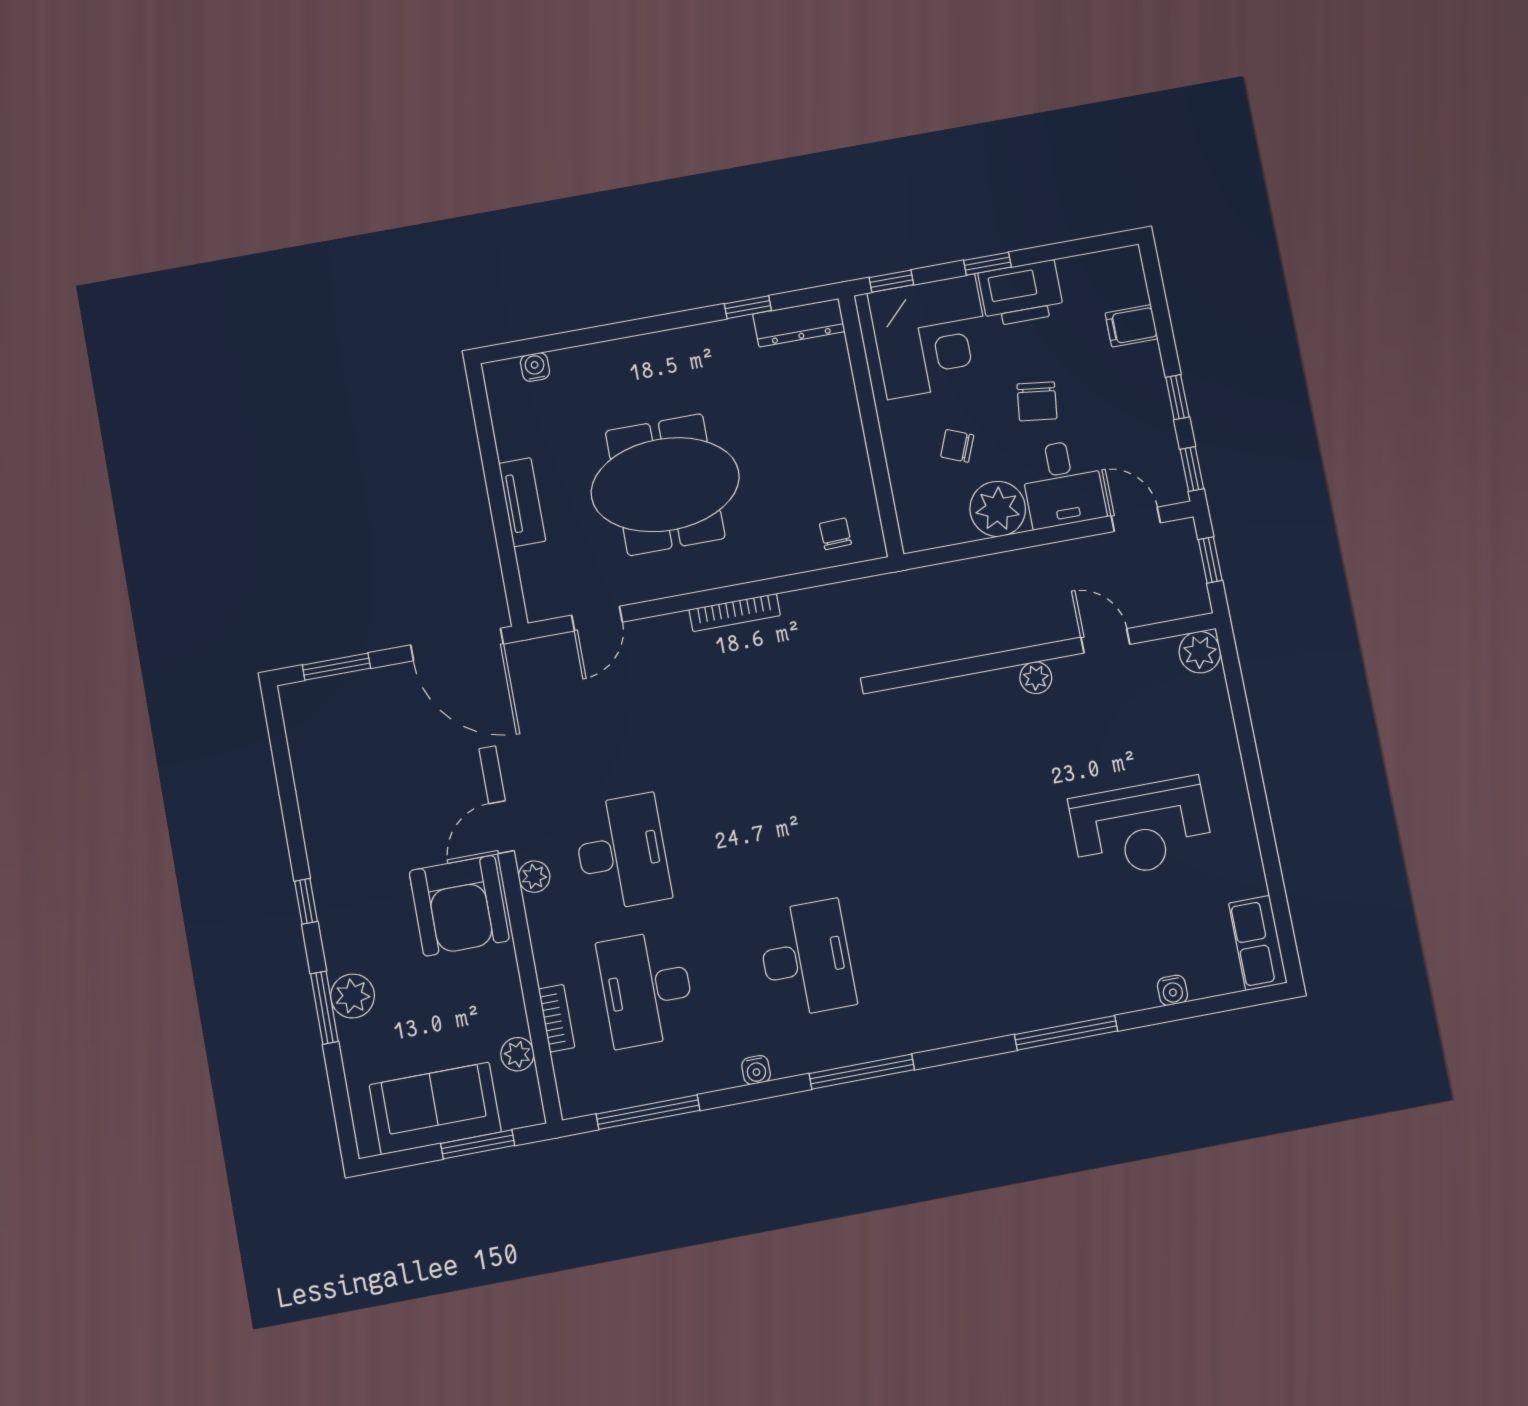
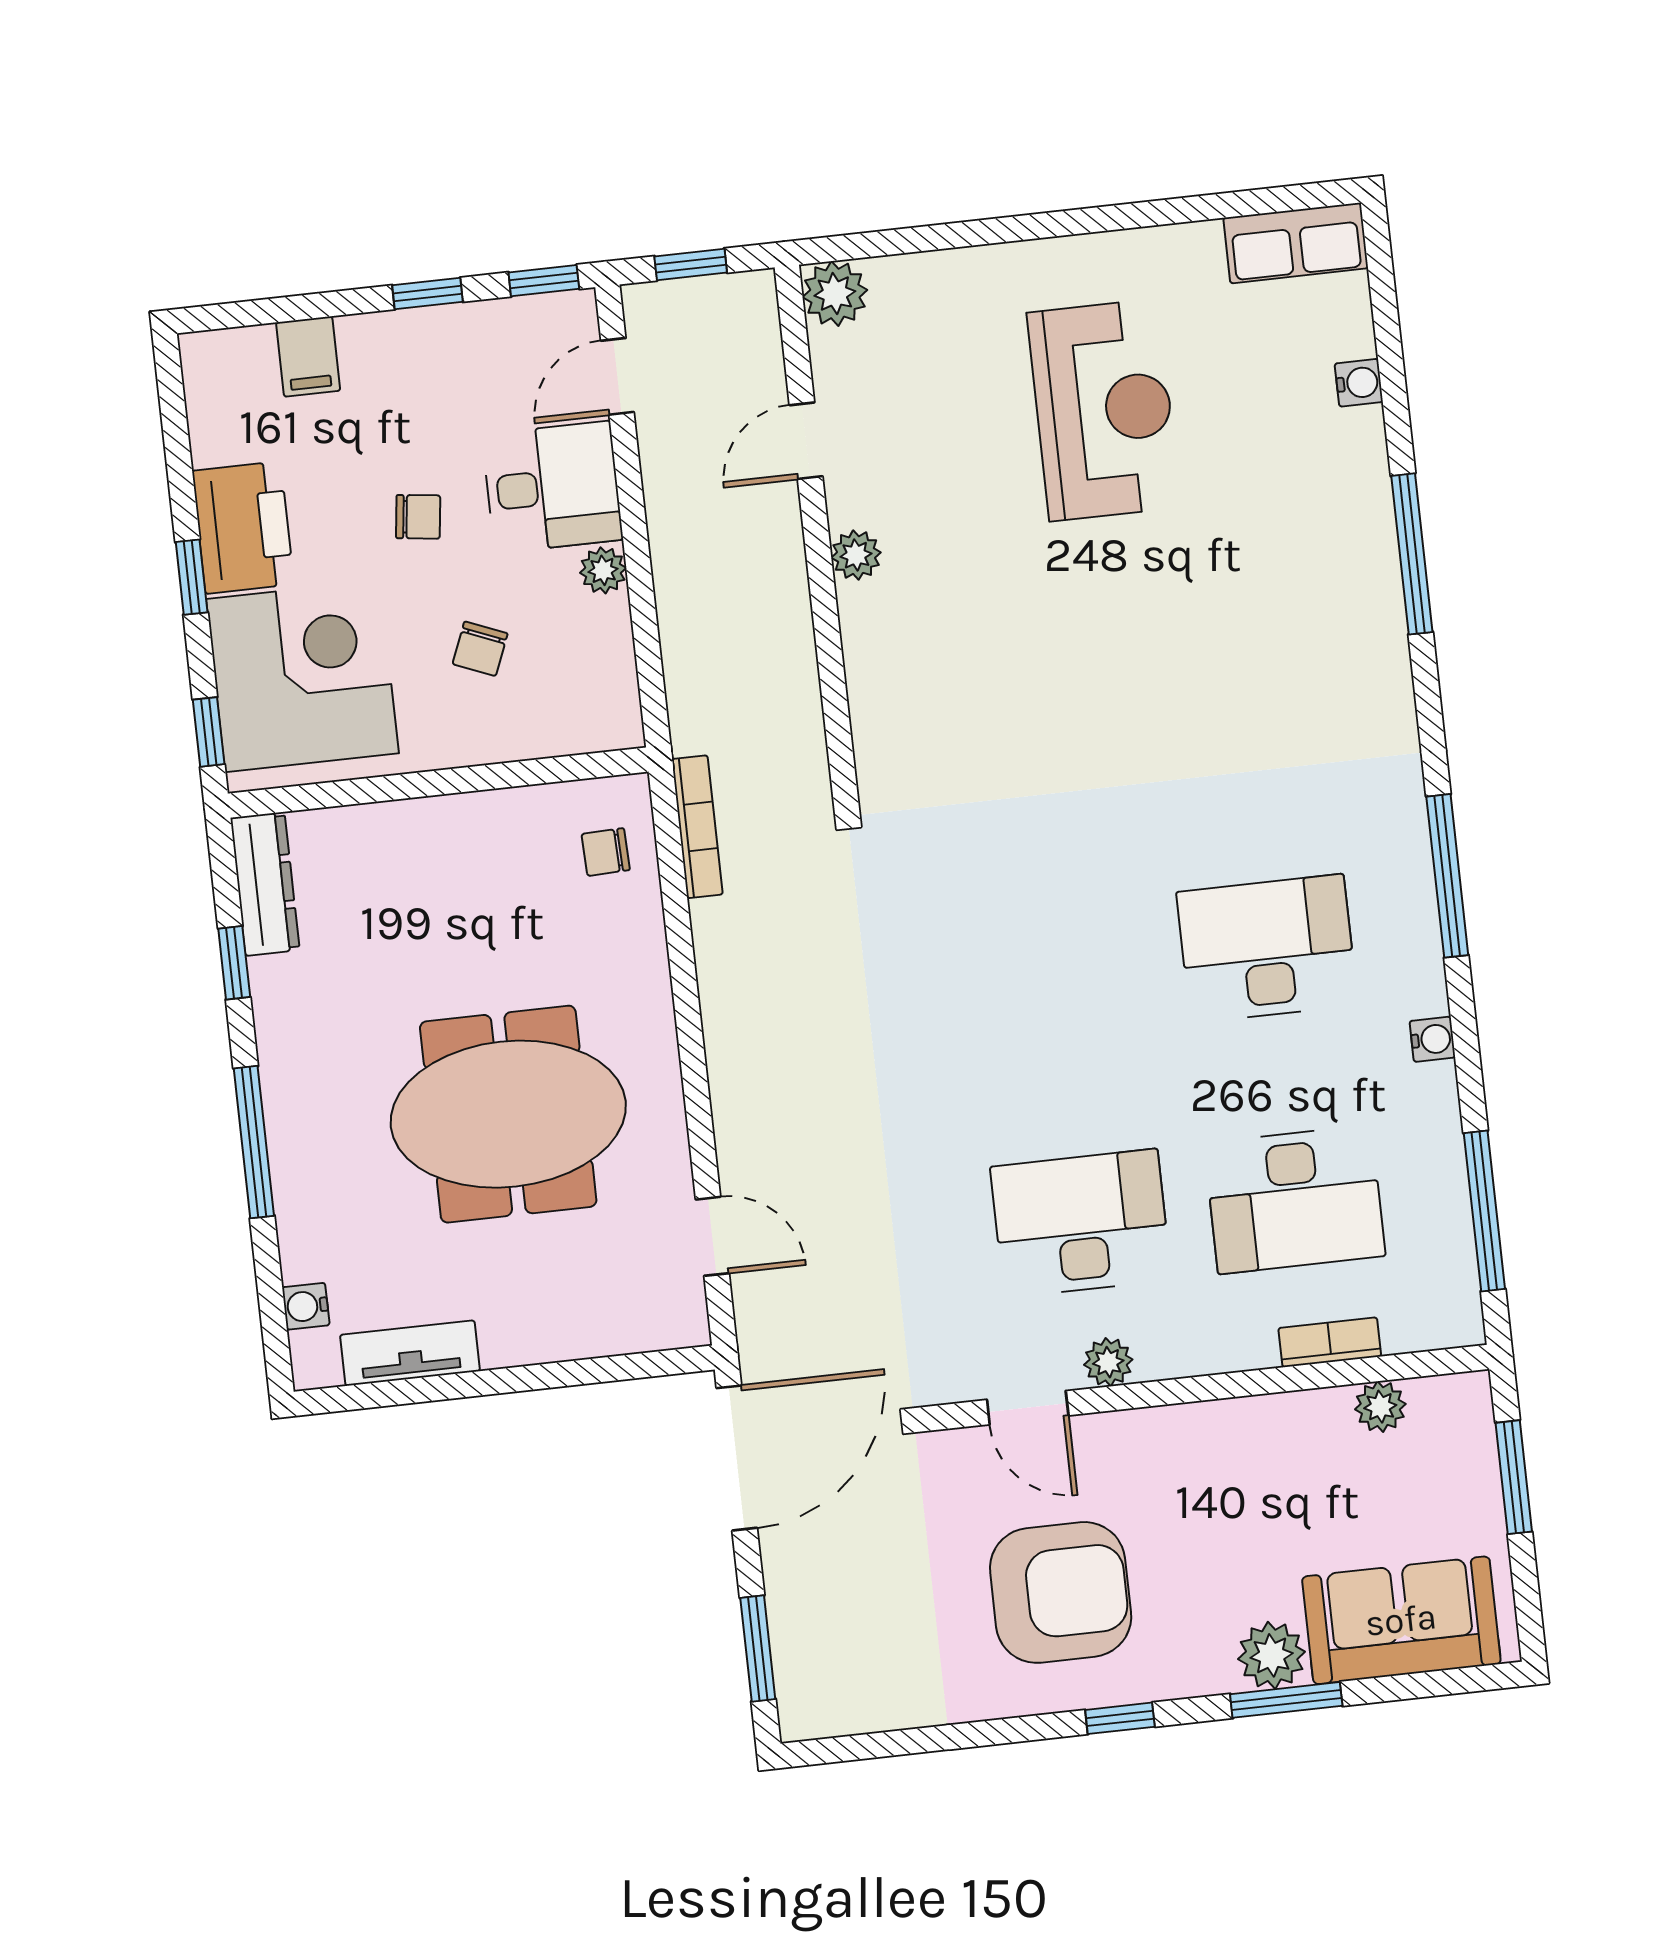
window: (636, 327) -> (254, 1142), added
chair: (1037, 401) -> (418, 517), width x0.73, depth x0.73
meeting table: (665, 485) -> (508, 1114), turned 90
tv unit: (522, 502) -> (410, 1353), moved
plant: (998, 509) -> (603, 570), width x0.53, depth x0.53
bookcase: (735, 613) -> (697, 827), moved
armchair: (459, 906) -> (1061, 1592), moved
sofa: (435, 1108) -> (1401, 1620), moved, turned 90

